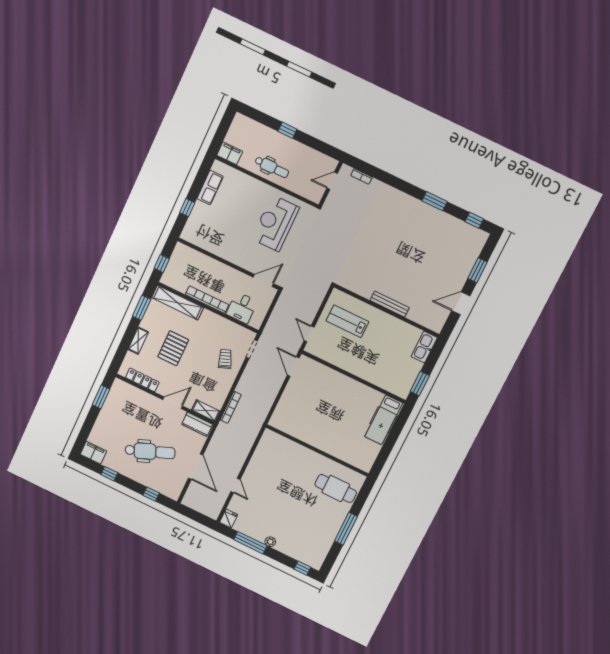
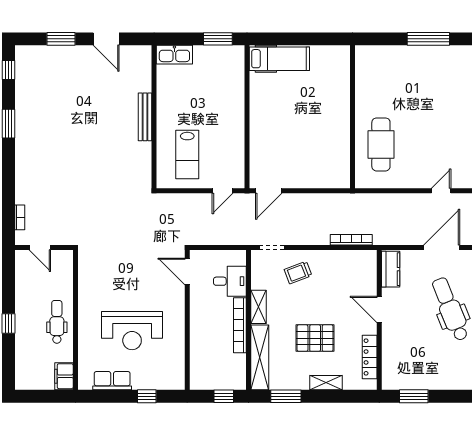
reception desk: (275, 223) -> (132, 331), moved
shelving: (206, 411) -> (258, 307), moved
cafe table: (336, 488) -> (381, 144), moved

